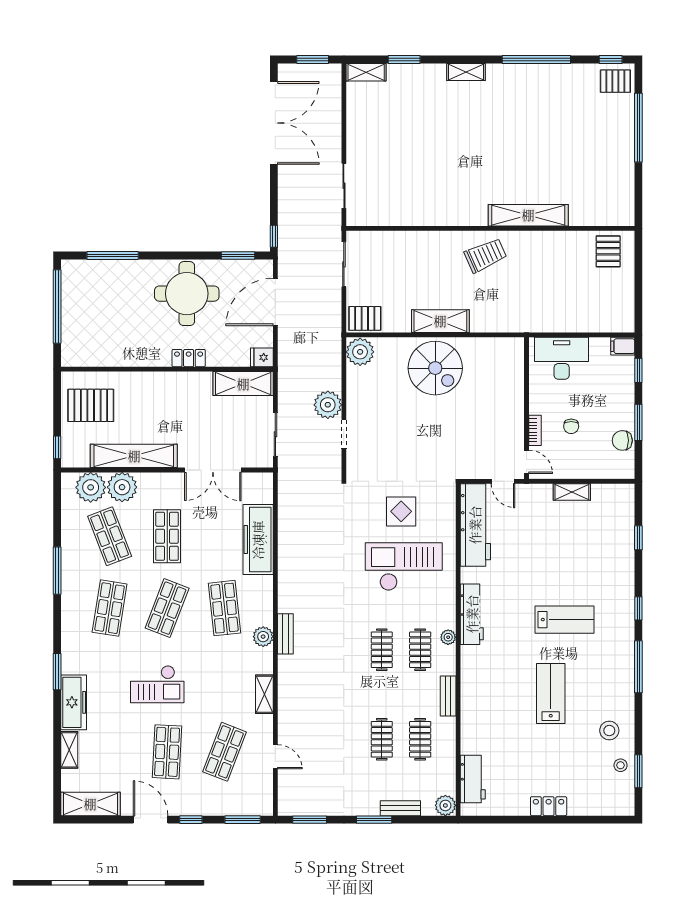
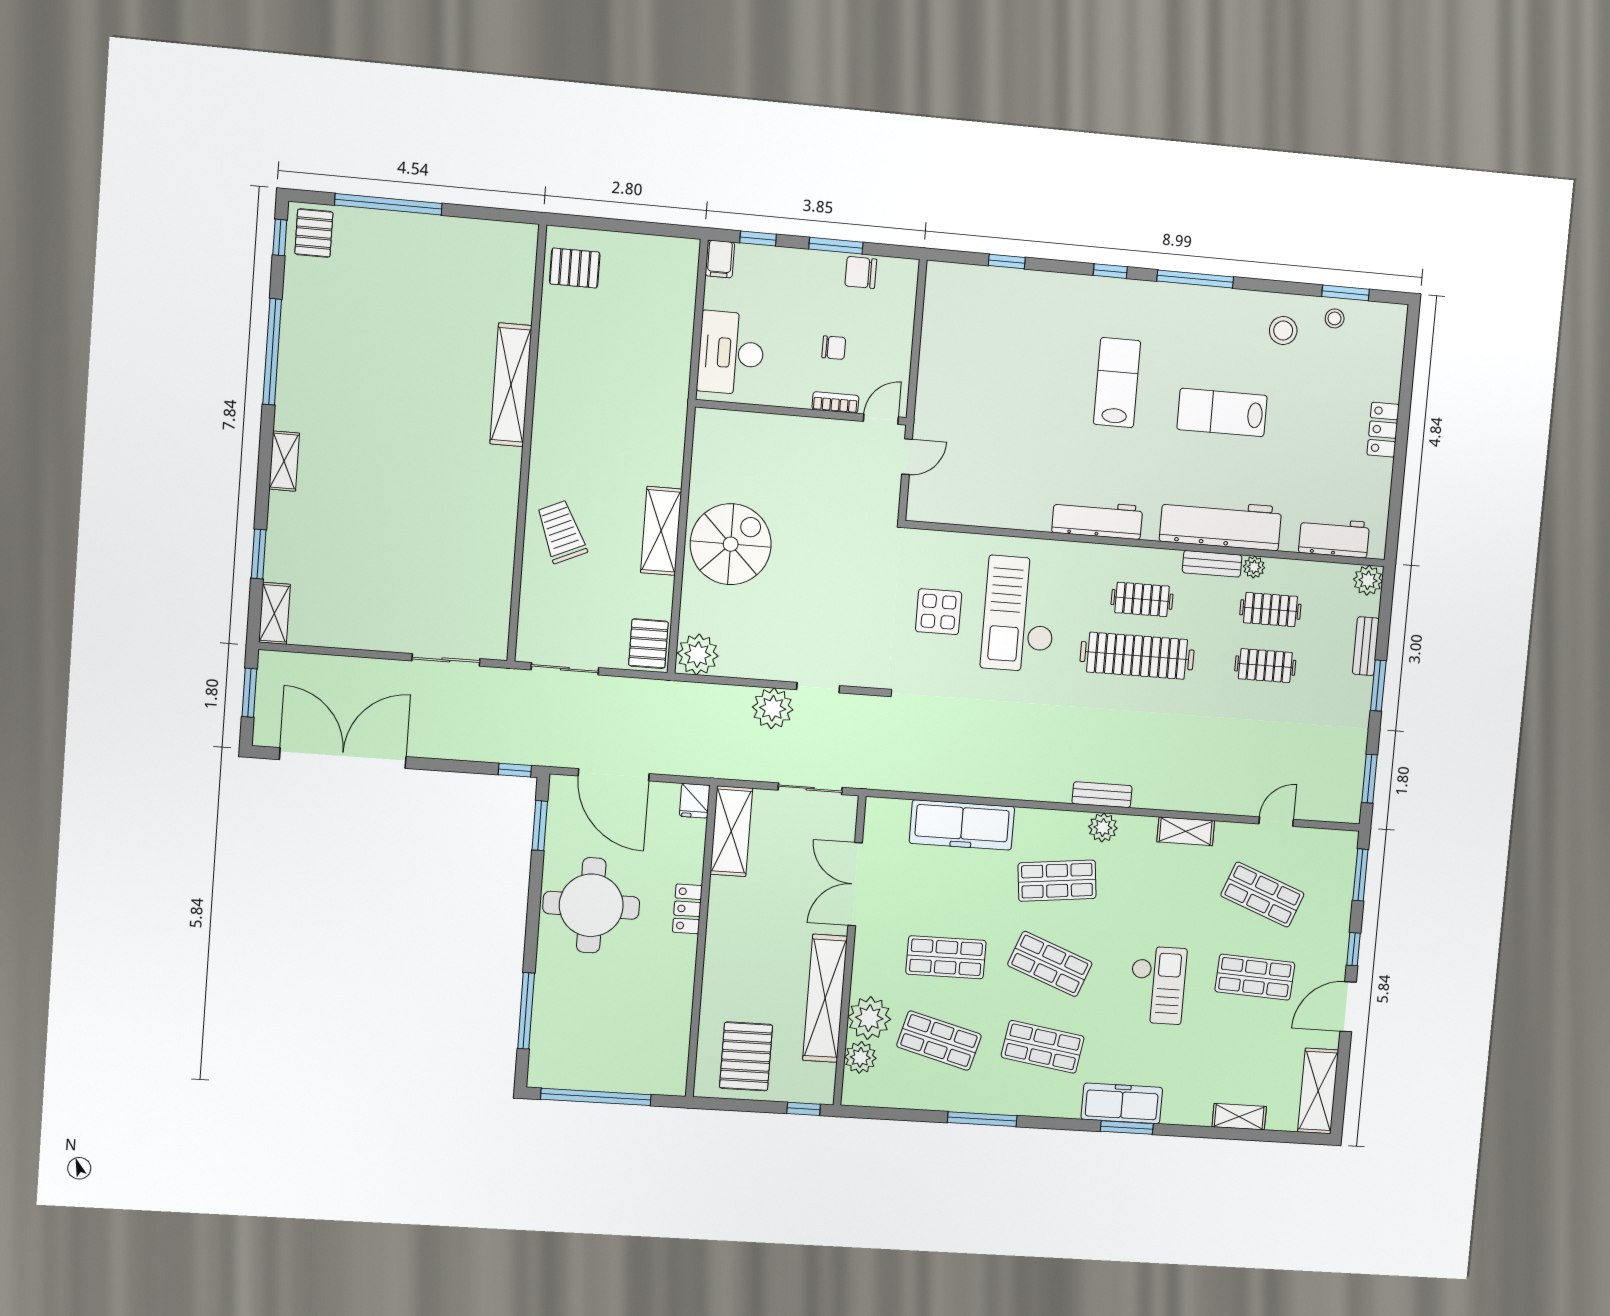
trolley: (485, 255) -> (561, 532), moved
chair: (622, 440) -> (861, 272), turned 90
double door: (213, 470) -> (855, 884), swing flipped
plant: (91, 487) -> (860, 1057), width x0.73, depth x0.73
shelving: (572, 492) -> (931, 355), removed
workbench: (475, 525) -> (1221, 524), moved
shop shelf: (110, 536) -> (939, 1041), turned 36
plant: (448, 637) -> (1254, 567), moved
clothes rail: (382, 650) -> (1137, 656), width x1.86, depth x1.31
freezer: (74, 702) -> (1122, 1103), moved

